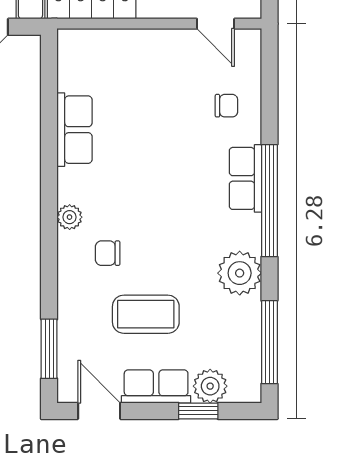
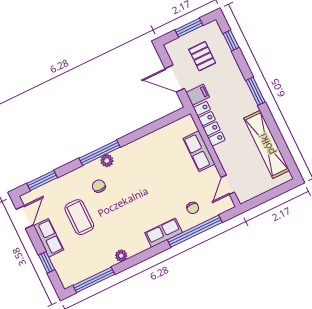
row of seats: (75, 130) -> (199, 151), moved, turned 90
window: (269, 201) -> (195, 231), moved
window: (49, 223) -> (100, 153), added
plant: (240, 273) -> (121, 256), width x0.53, depth x0.53
plant: (210, 386) -> (61, 262), removed

